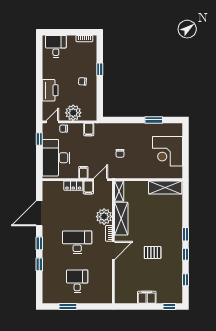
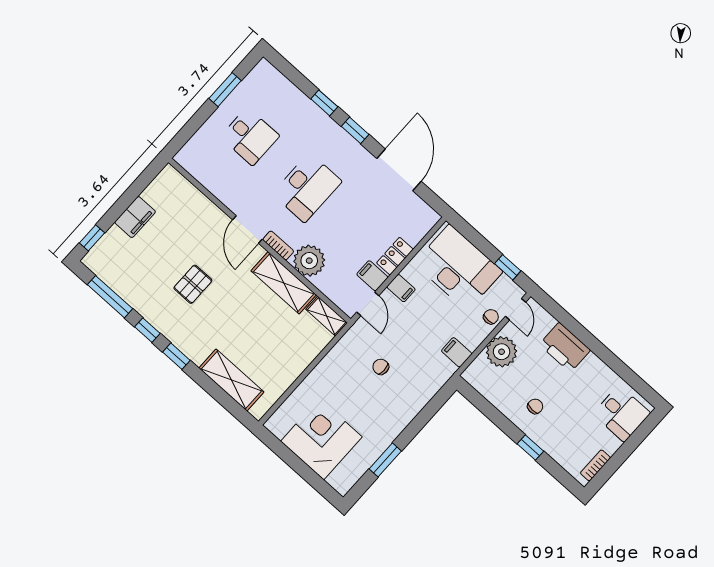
shelving: (165, 187) -> (231, 380), moved, turned 90
window: (185, 280) -> (110, 297), width x2.17

